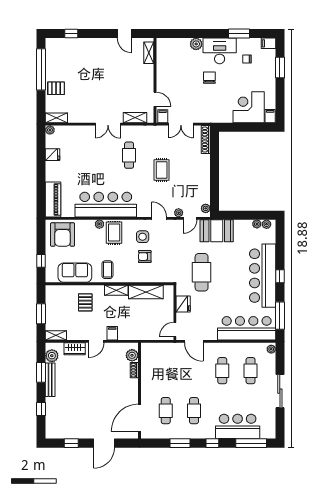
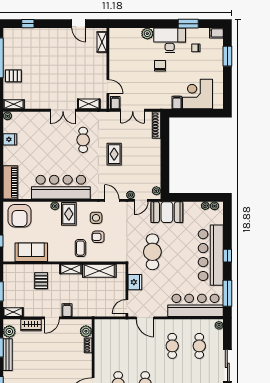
filing cabinet: (270, 116) -> (177, 103), moved
coffee table: (107, 270) -> (80, 248), moved

